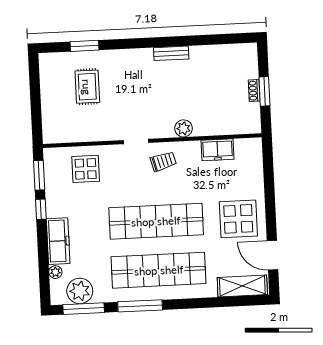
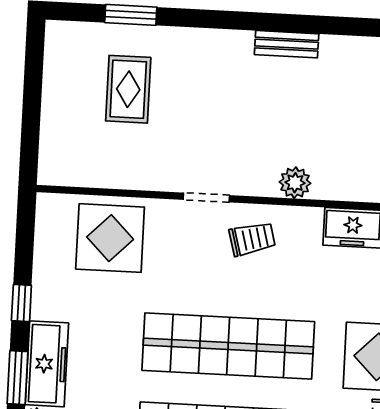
display table: (86, 169) -> (110, 238), width x1.36, depth x1.36
window: (39, 175) -> (18, 378), moved

